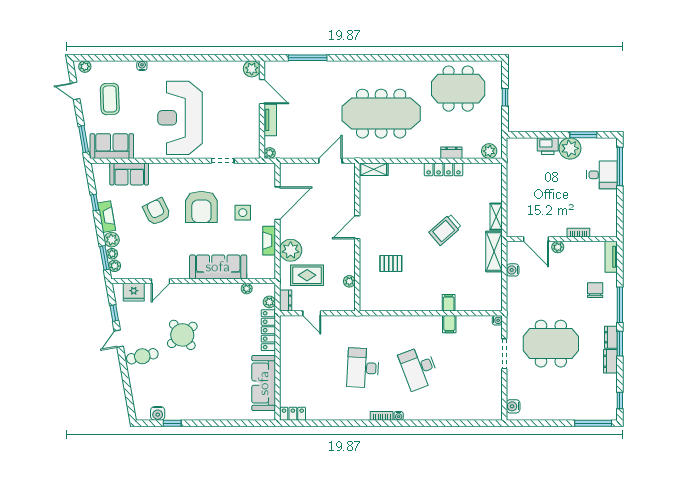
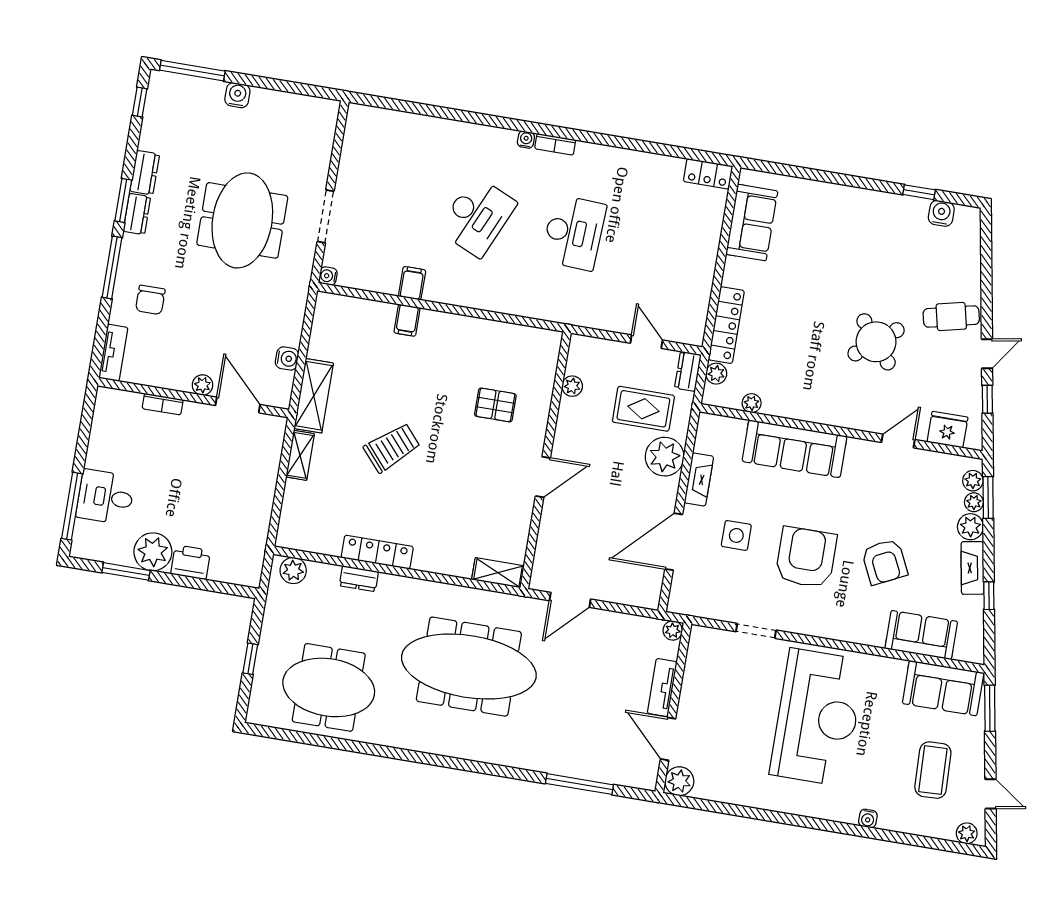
meeting table: (551, 344) -> (242, 220), turned 90
desk: (419, 368) -> (477, 216), turned 45
sofa: (264, 383) -> (752, 223), width x0.73
water cooler: (513, 406) -> (237, 95), moved, turned -90

